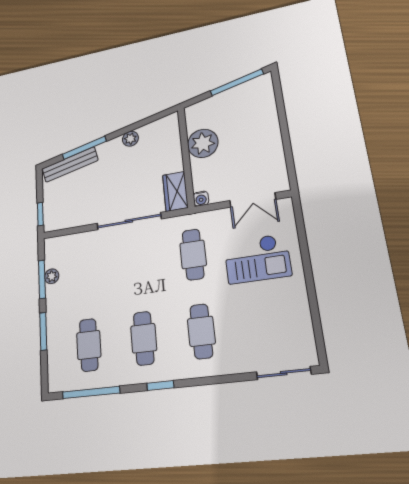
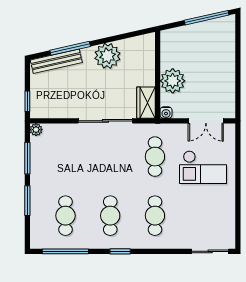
plant: (130, 139) -> (107, 56), width x1.87, depth x1.87
plant: (203, 143) -> (173, 81), moved
plant: (52, 276) -> (36, 130), moved

